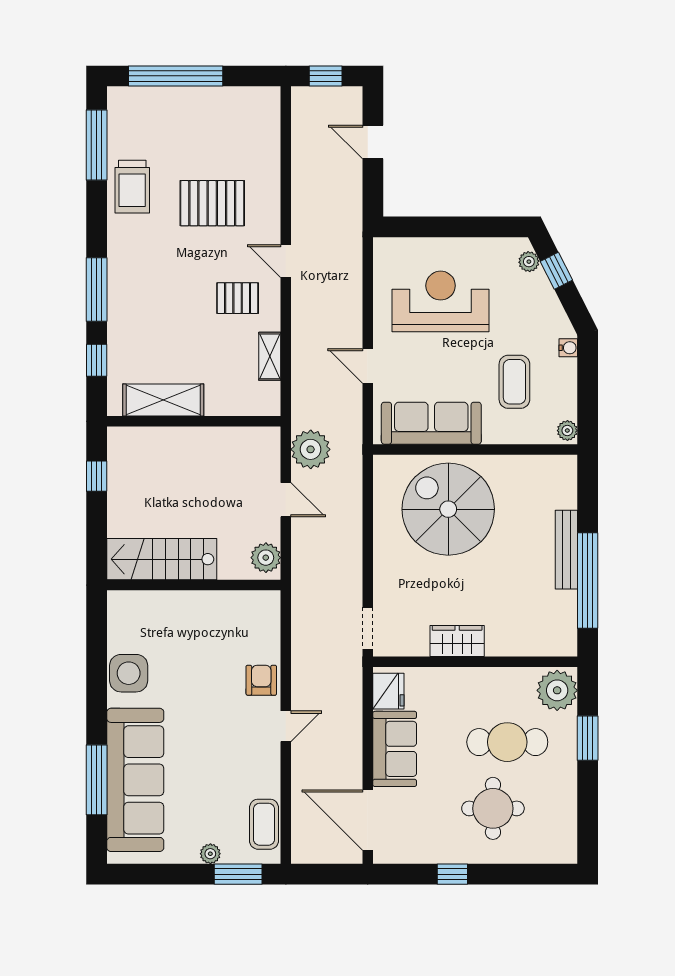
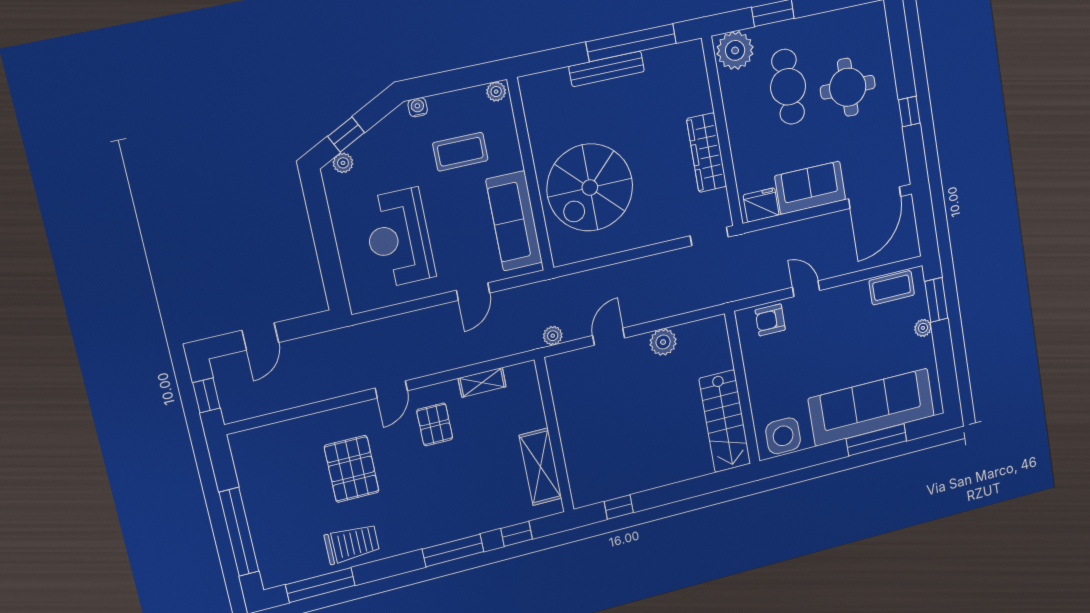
plant: (311, 449) -> (553, 336), width x0.53, depth x0.53
stairs: (162, 559) -> (725, 421), moved
wall: (194, 585) -> (742, 388), moved
wardrobe: (457, 641) -> (707, 153), width x1.50

